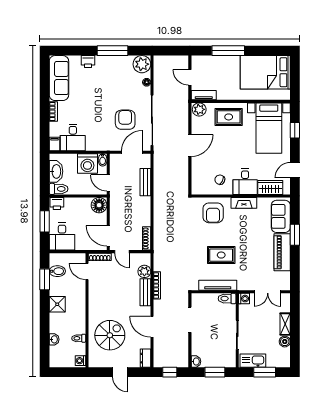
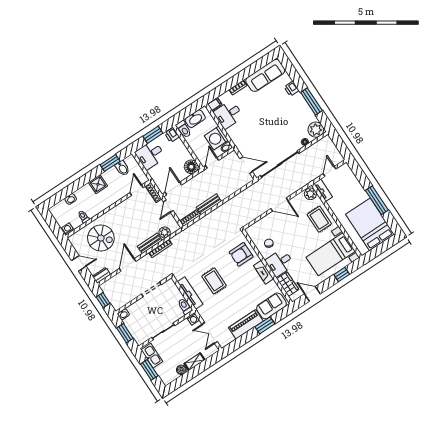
window: (228, 51) -> (377, 200), moved
armchair: (125, 120) -> (267, 144), removed
bench: (145, 182) -> (209, 204), moved
door: (120, 372) -> (79, 263), swing flipped

